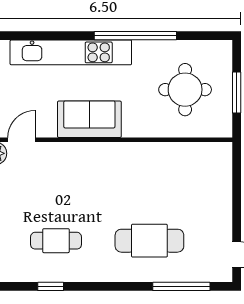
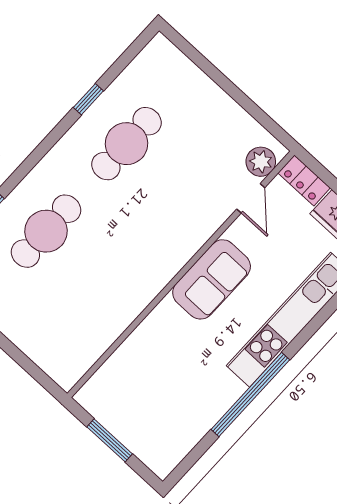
round table: (185, 90) -> (157, 395), removed
cafe table: (56, 241) -> (126, 144), width x1.37, depth x1.35

